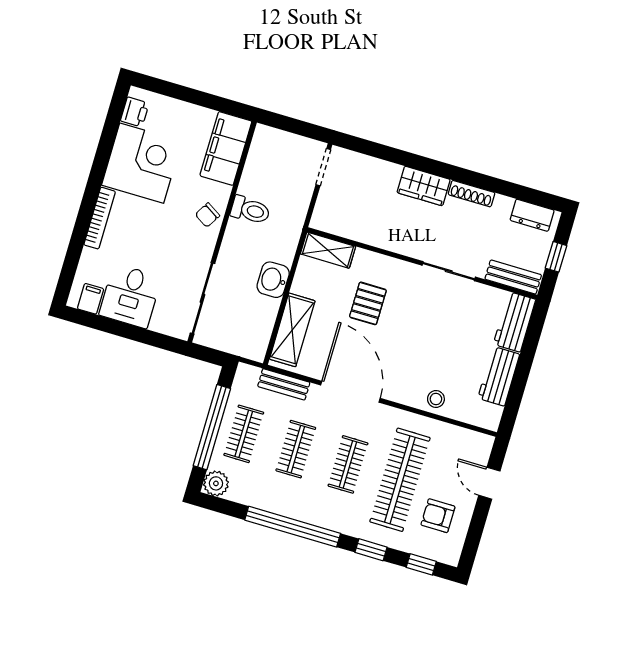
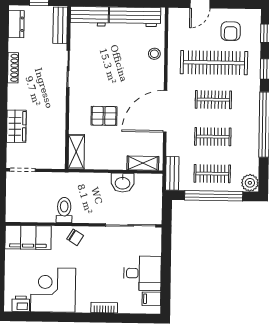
wardrobe: (424, 186) -> (16, 126), moved
bookcase: (100, 218) -> (104, 308), width x0.64
washbasin: (273, 280) -> (123, 183), moved
shelving: (292, 330) -> (143, 163), width x0.67, depth x0.75
workbench: (499, 376) -> (135, 17), width x1.38
bench: (284, 384) -> (172, 173), moved

